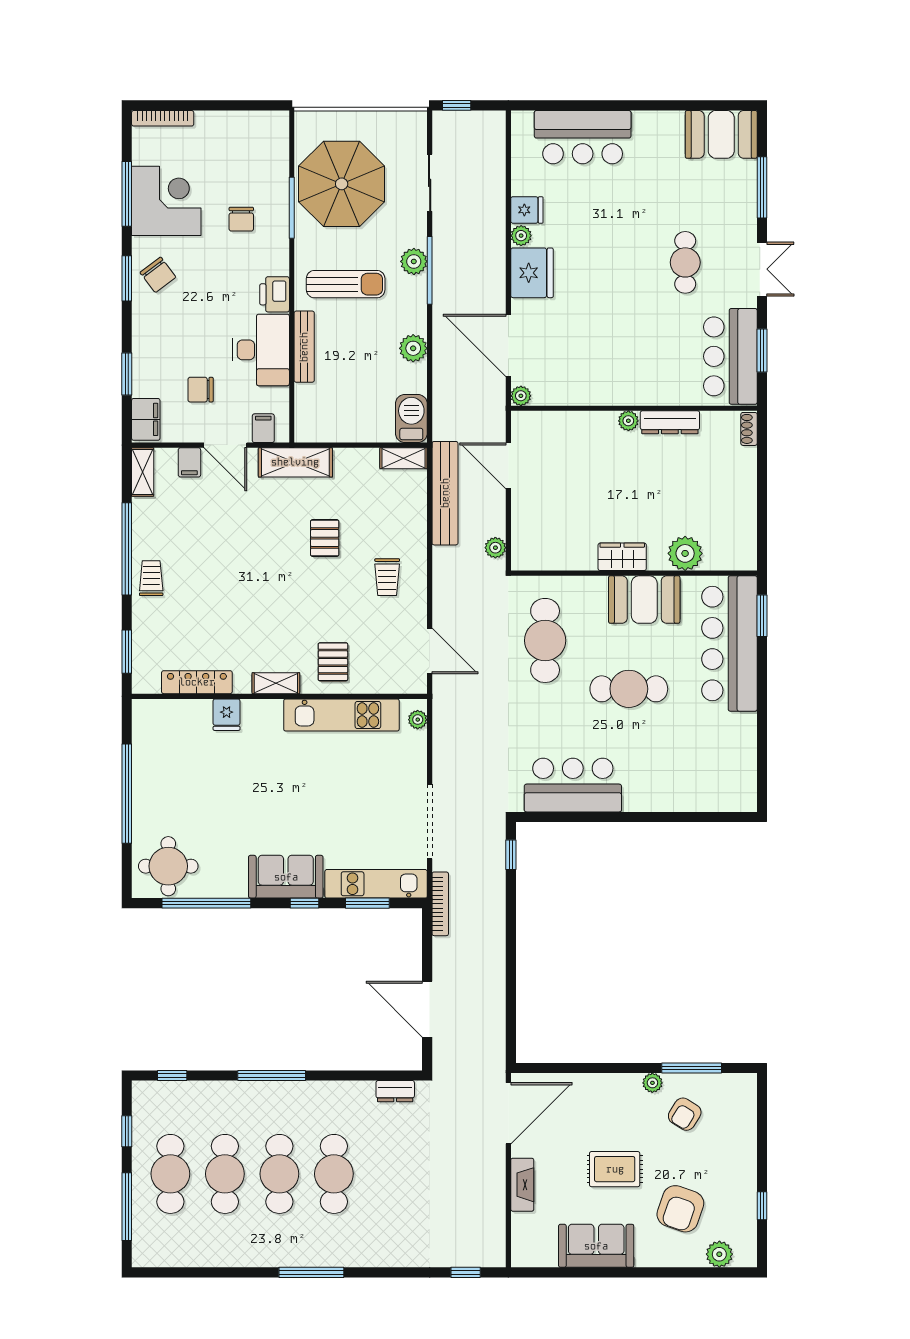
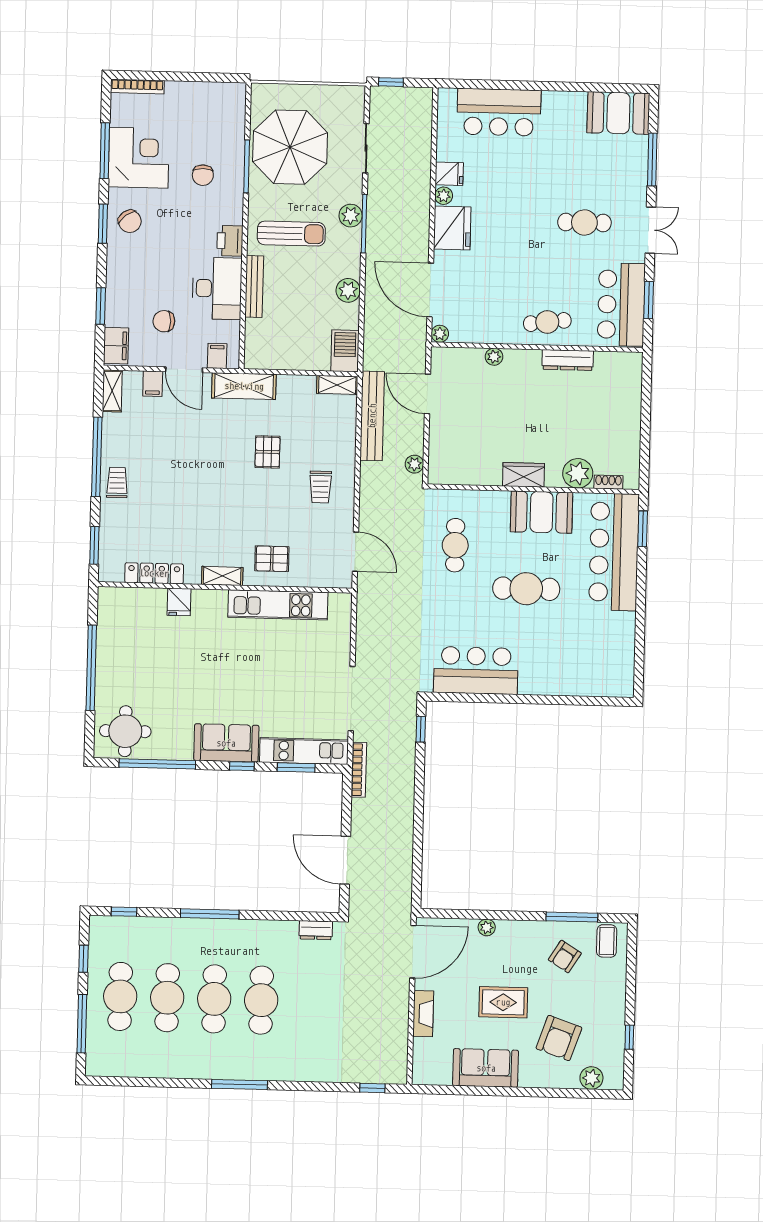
cafe table: (685, 262) -> (584, 222), turned 90
cafe table: (645, 379) -> (547, 322), added
plant: (628, 421) -> (494, 357), moved
shoe rack: (749, 429) -> (608, 482), moved, turned 90
cafe table: (545, 640) -> (455, 545), width x0.73, depth x0.74
pallet: (333, 662) -> (272, 559), turned 90
plant: (418, 720) -> (344, 610), removed
plant: (652, 1083) -> (487, 927), moved
coffee table: (733, 1095) -> (607, 941), added

